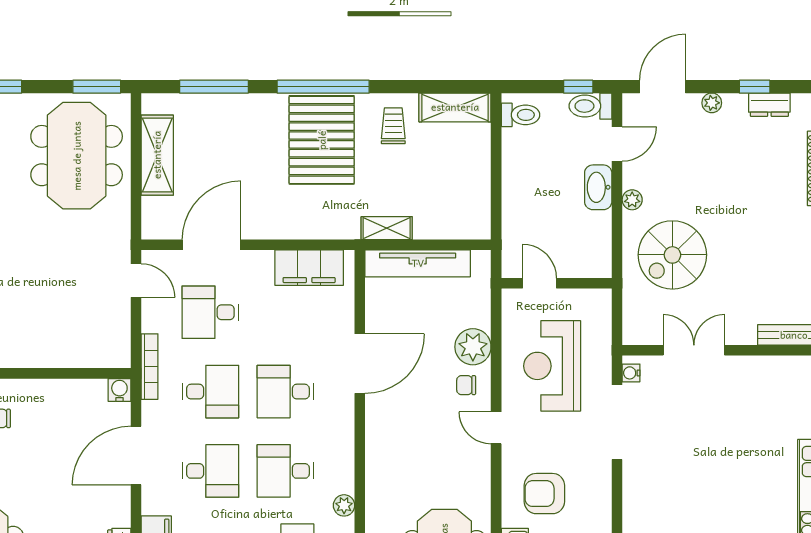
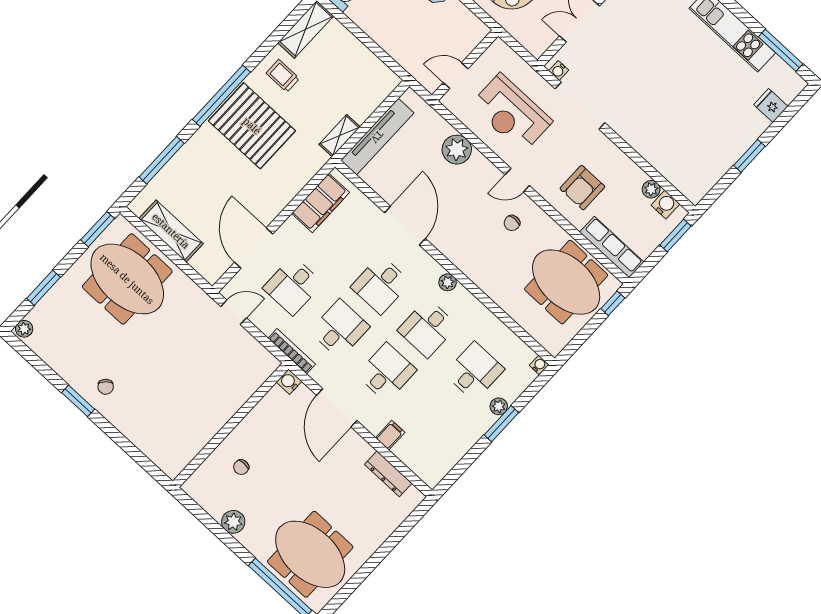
chair: (466, 385) -> (512, 223), moved
plant: (344, 505) -> (448, 282), moved

